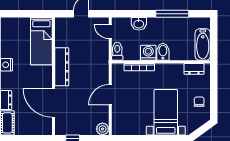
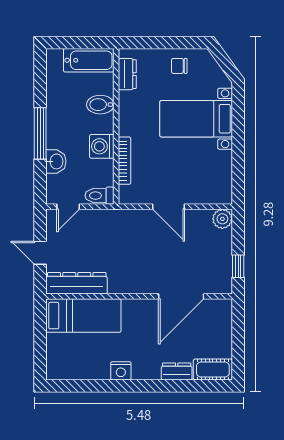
window: (172, 14) -> (40, 133), moved
bidet: (163, 52) -> (100, 105), moved
dresser: (62, 67) -> (77, 283), moved

